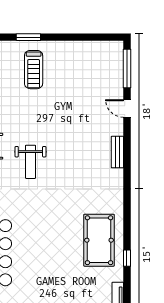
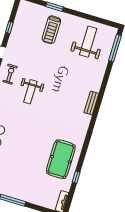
weight bench: (88, 71) -> (88, 42), added
door: (127, 108) -> (107, 75), removed

